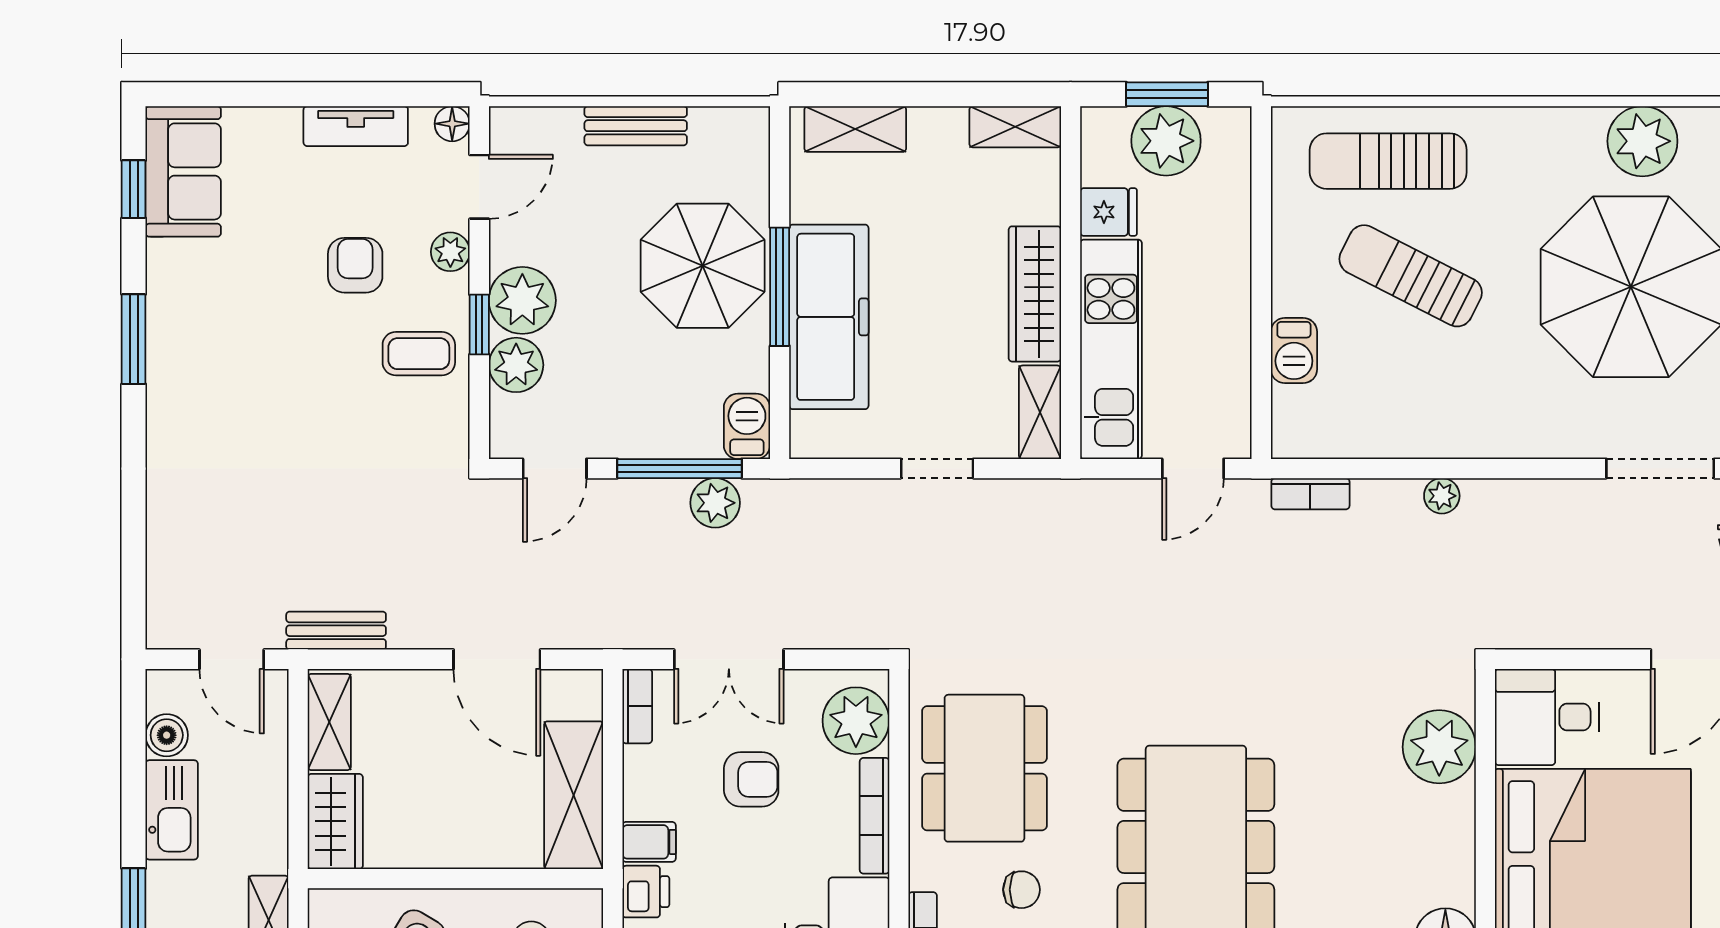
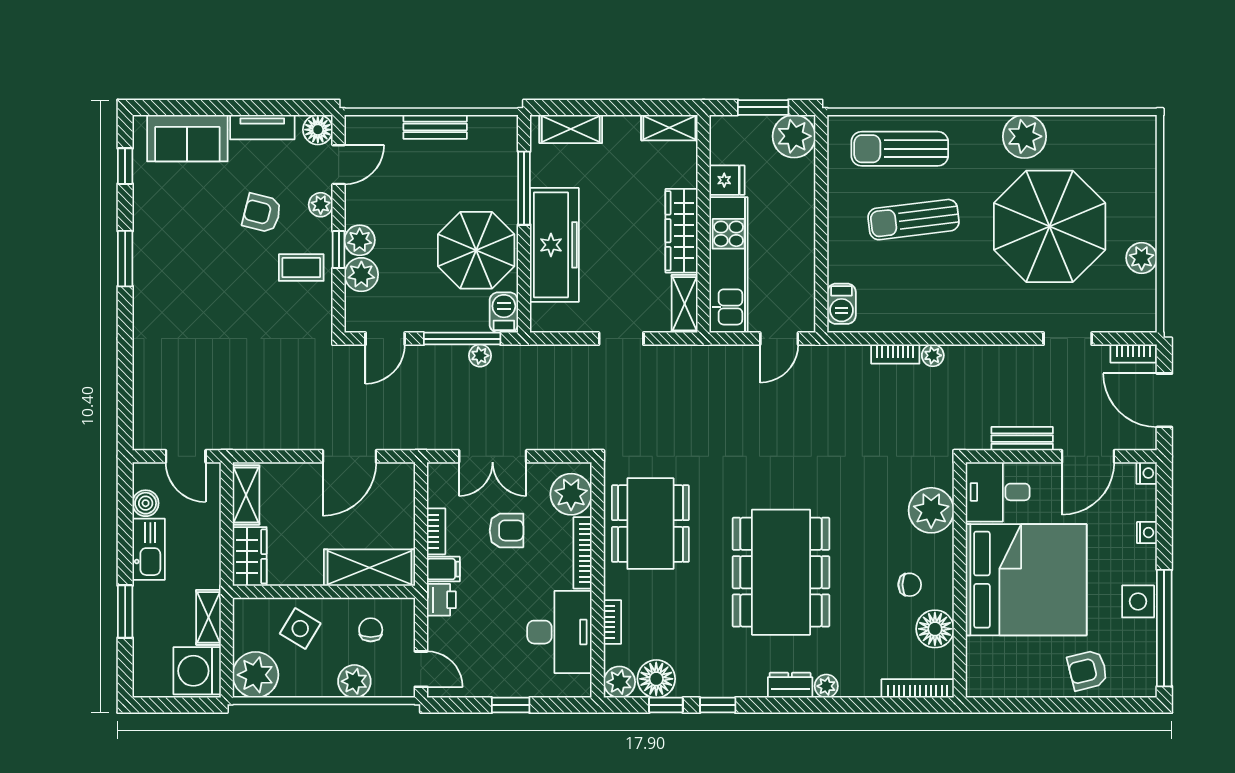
floor lamp: (452, 124) -> (318, 130), width x1.37, depth x1.37
plant: (1166, 141) -> (794, 136), moved
plant: (1642, 141) -> (1025, 136), moved
sofa: (183, 171) -> (187, 138), moved, turned 90
armchair: (355, 265) -> (262, 213), turned -76
parasol: (703, 266) -> (476, 250), moved
sun lounger: (1411, 276) -> (914, 220), turned -34
window: (780, 287) -> (524, 188), moved
plant: (522, 300) -> (360, 240), width x0.73, depth x0.73
barbecue: (1294, 351) -> (842, 304), moved
doorway: (1660, 469) -> (1068, 339), width x0.73
bookcase: (1310, 494) -> (895, 354), moved
plant: (715, 503) -> (480, 356), width x0.73, depth x0.73
bench: (336, 631) -> (1022, 439), moved
door: (497, 659) -> (349, 456), hinge flipped
bookcase: (637, 706) -> (436, 531), moved
shelving: (574, 795) -> (369, 568), moved, turned 90
chair: (1021, 890) -> (910, 585), moved

